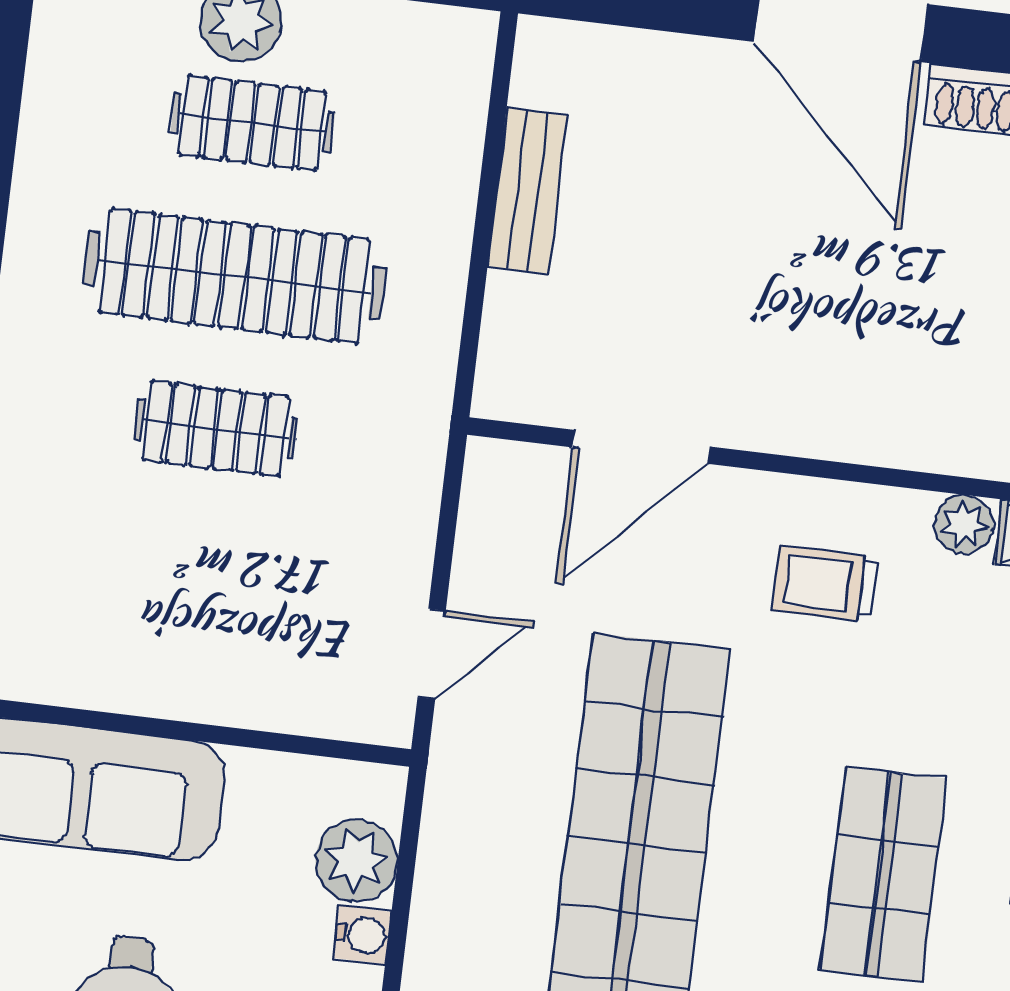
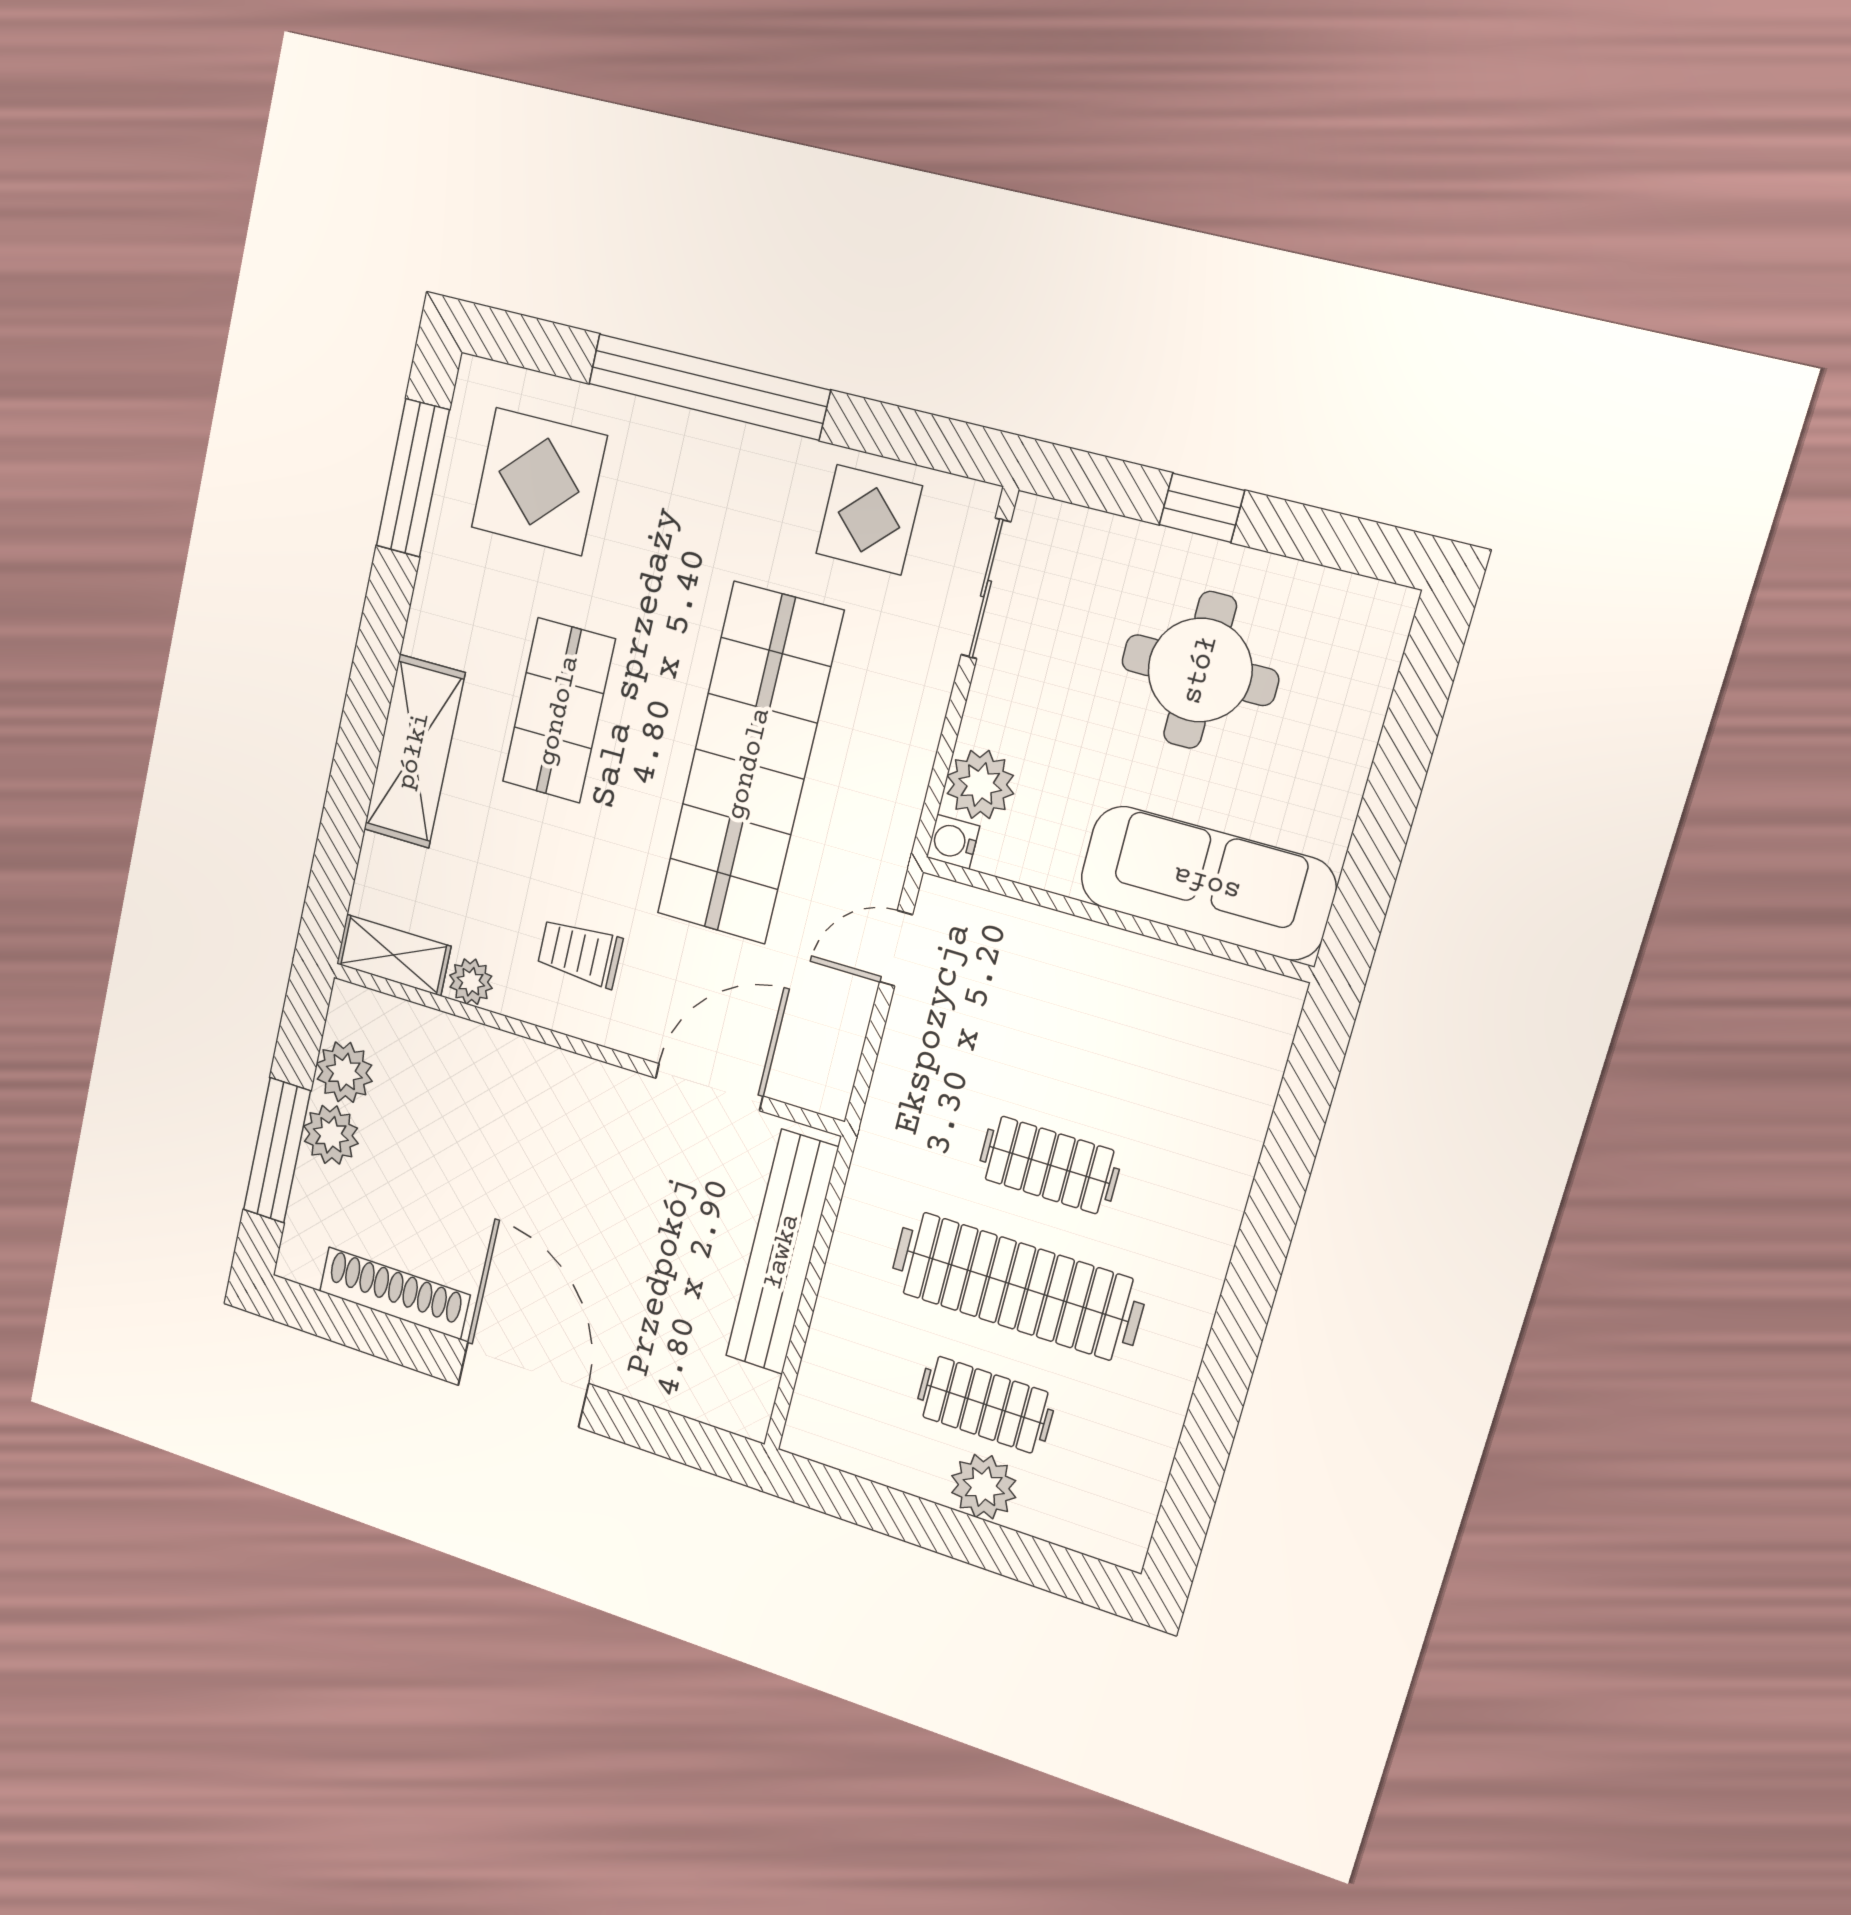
bench: (527, 191) -> (782, 1252), width x1.86, depth x1.21
trolley: (825, 584) -> (580, 953), turned 180
water cooler: (362, 935) -> (953, 842), moved

